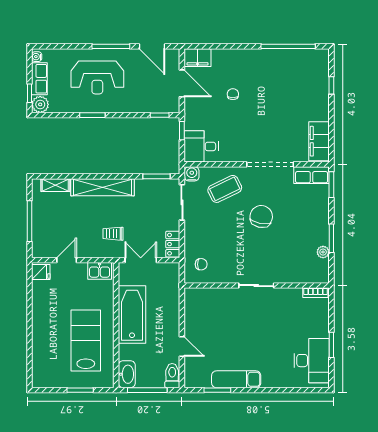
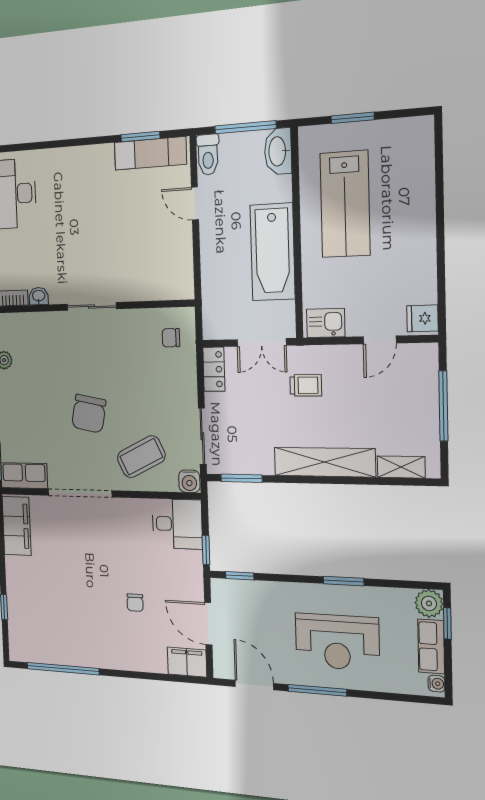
reception desk: (97, 77) -> (337, 642), turned 180
washbasin: (295, 293) -> (39, 296), added
exam couch: (236, 379) -> (150, 153), moved

